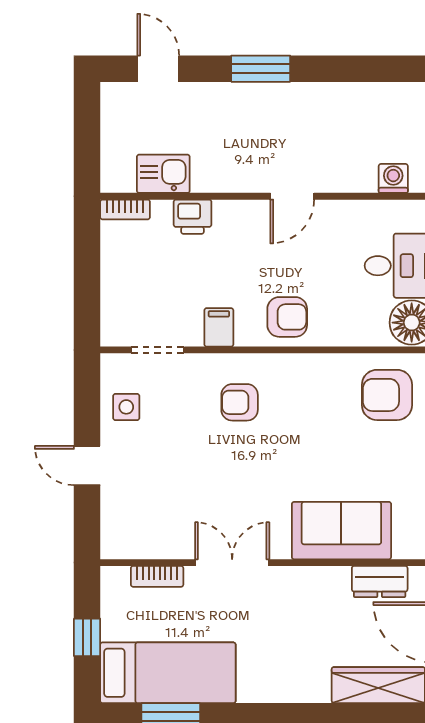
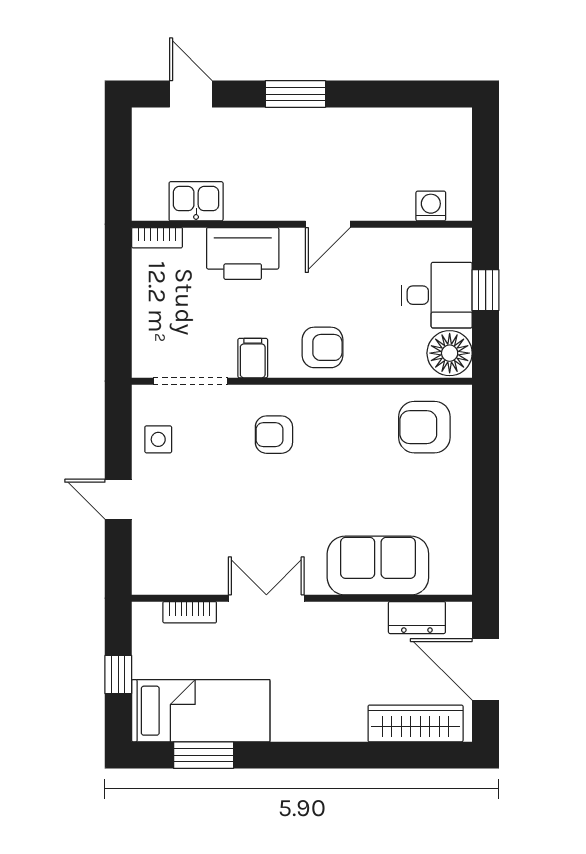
printer: (193, 217) -> (243, 253), width x1.87, depth x1.48
doorway: (158, 350) -> (190, 381), width x1.38

